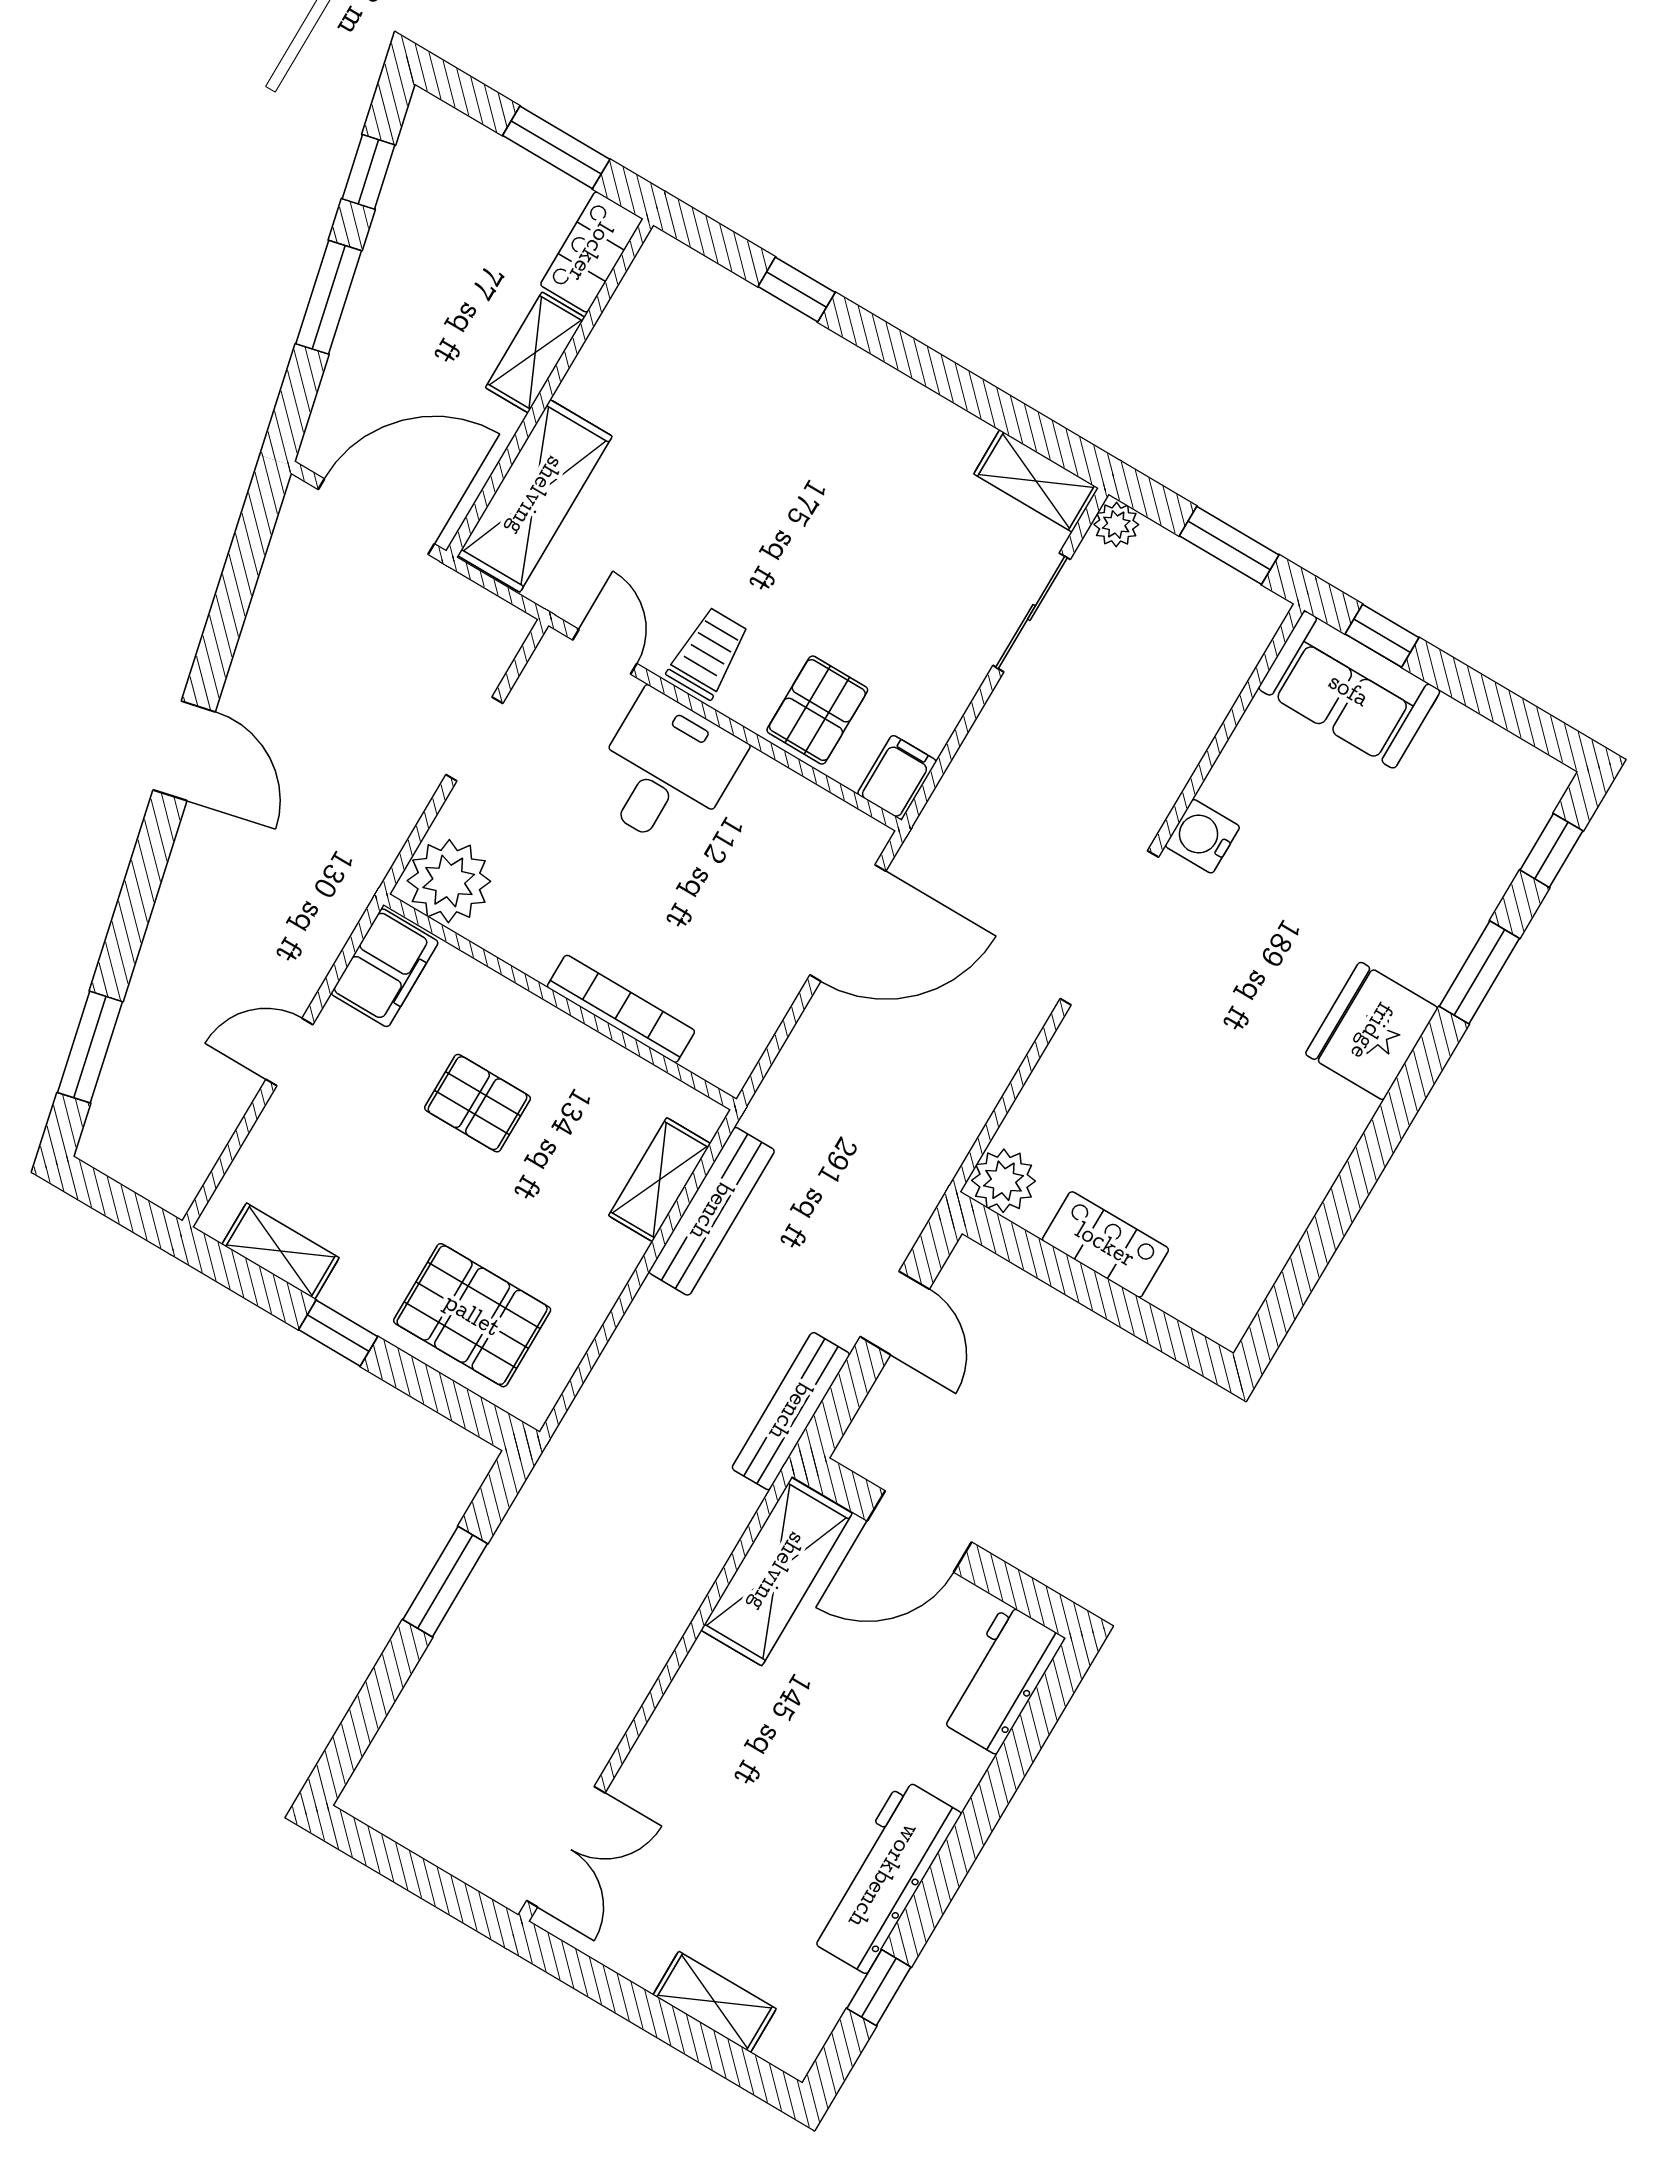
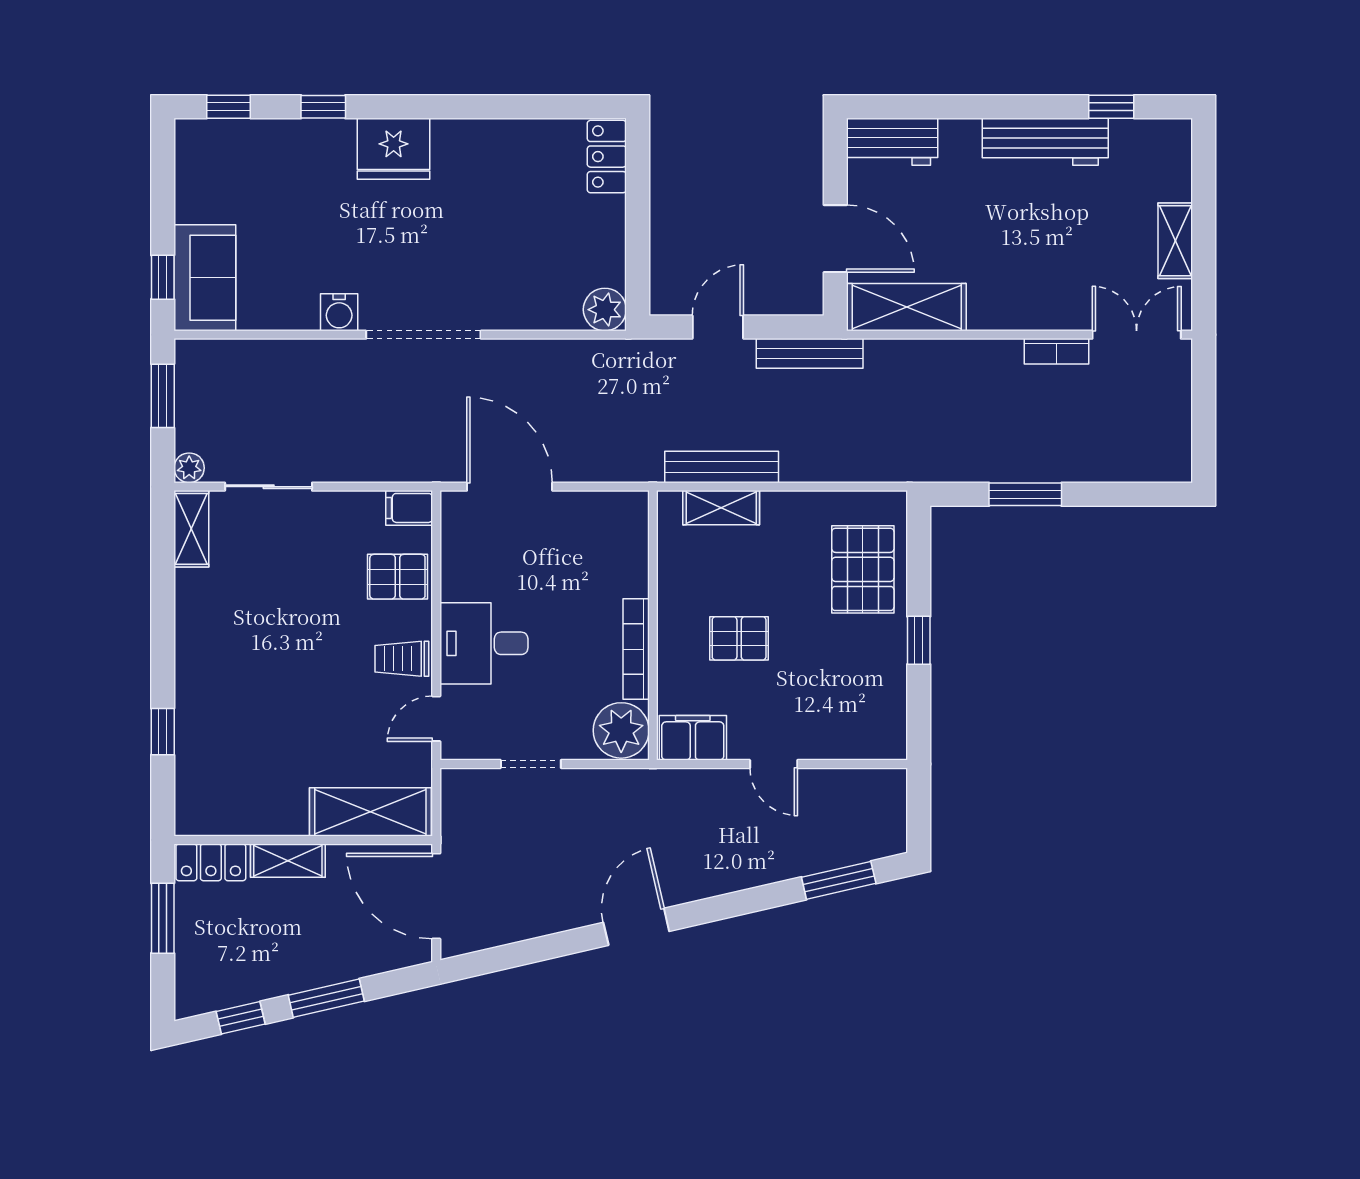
window: (1479, 972) -> (323, 107), width x0.67
bookcase: (621, 1009) -> (636, 649), moved
pallet: (478, 1103) -> (739, 638), turned 90
locker: (1105, 1244) -> (607, 157), moved
shelving: (281, 1251) -> (891, 701), removed
bookcase: (605, 1731) -> (1056, 351), added
shelving: (715, 2002) -> (1175, 241), moved

